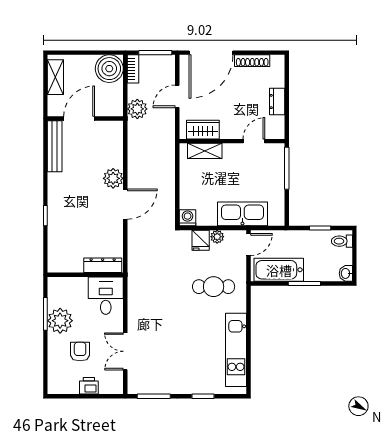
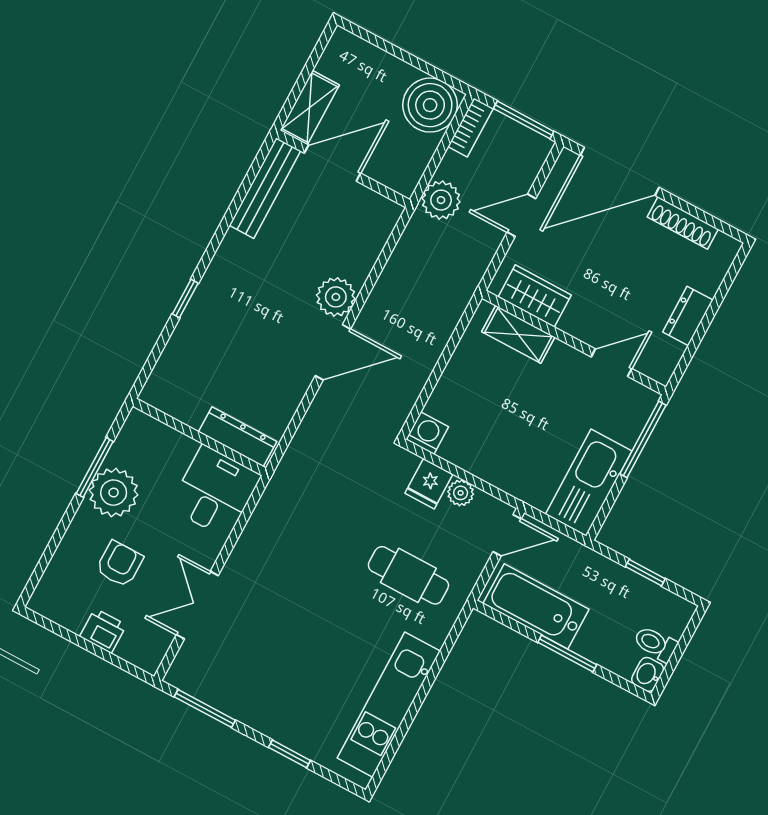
shelving: (55, 77) -> (310, 108), moved
kitchen sink: (242, 214) -> (589, 483), moved, turned -90
toilet: (342, 241) -> (655, 644), moved

